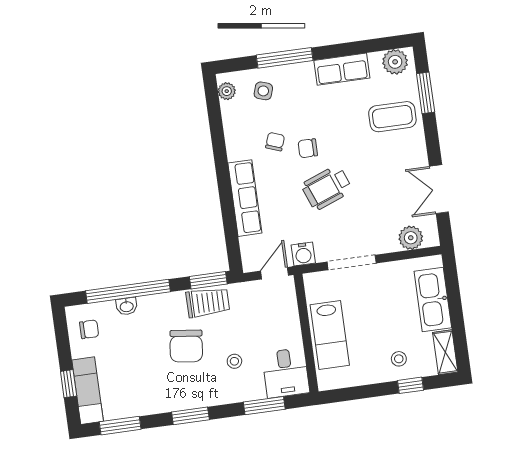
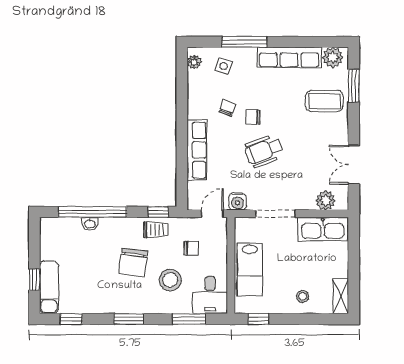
row of seats: (342, 69) -> (289, 57), width x1.48
window: (208, 280) -> (158, 212), width x0.67
kitchen sink: (433, 300) -> (323, 229), moved, turned -90
trolley: (208, 302) -> (155, 230), width x0.73, depth x0.72
chair: (89, 329) -> (191, 248), moved
stool: (234, 361) -> (170, 280), width x1.89, depth x1.89
window: (410, 385) -> (258, 319), moved
window: (120, 426) -> (71, 319), width x0.67

